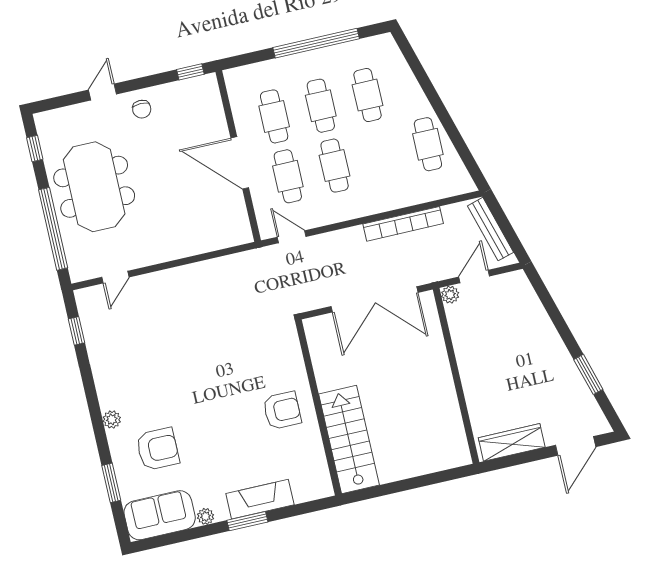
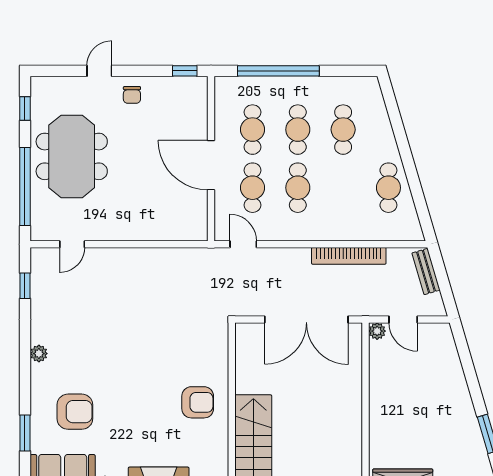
window: (316, 43) -> (278, 71), moved
bench: (491, 229) -> (426, 272), width x0.73
door: (474, 277) -> (403, 319), swing flipped
plant: (112, 419) -> (39, 354), moved

